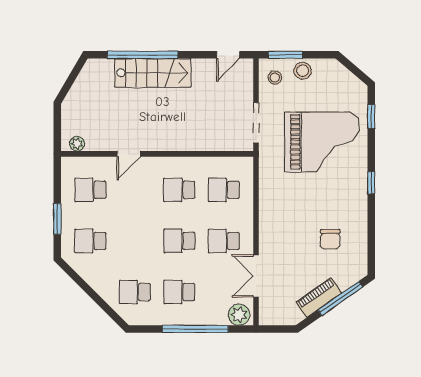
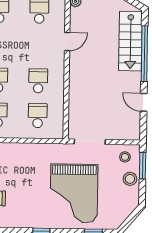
door: (228, 55) -> (144, 102), moved
stairs: (153, 73) -> (130, 41), moved
door: (129, 154) -> (67, 42), swing flipped

